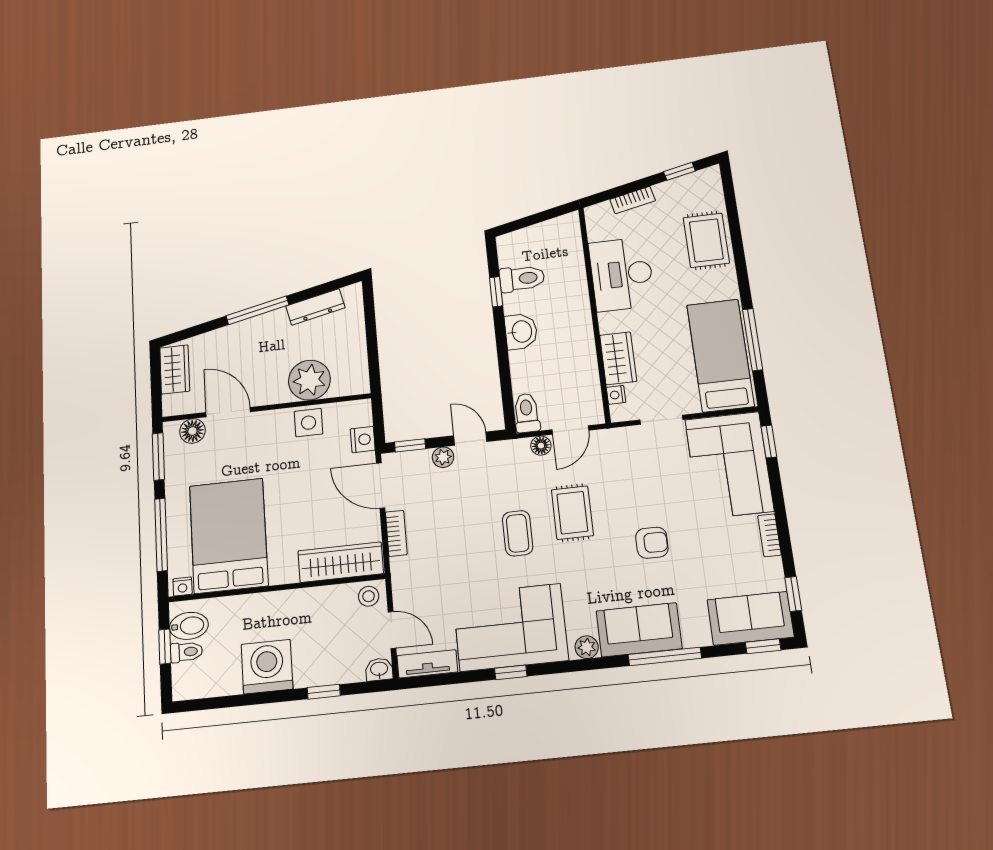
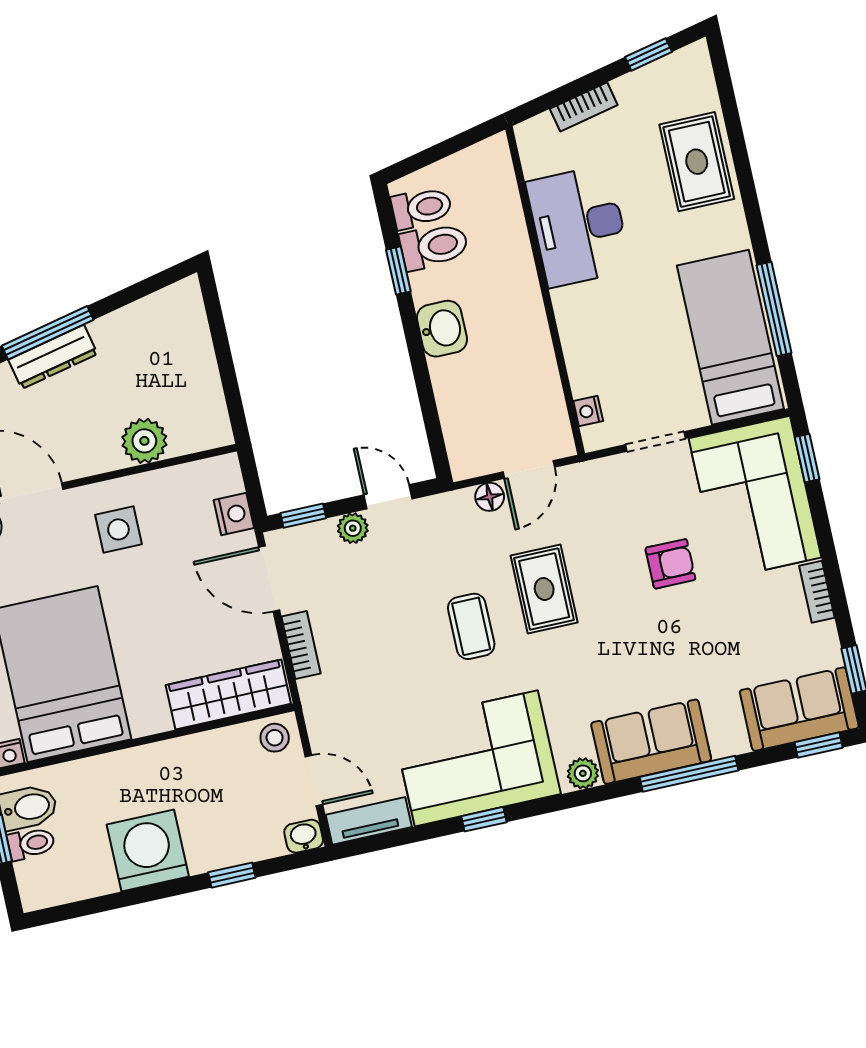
dresser: (315, 307) -> (53, 357), moved
wardrobe: (618, 358) -> (586, 356), removed
plant: (309, 380) -> (144, 441), width x0.73, depth x0.73
toilet: (527, 413) -> (422, 208), moved, turned 90
side table: (309, 423) -> (118, 529), moved
armchair: (652, 543) -> (670, 564), moved

